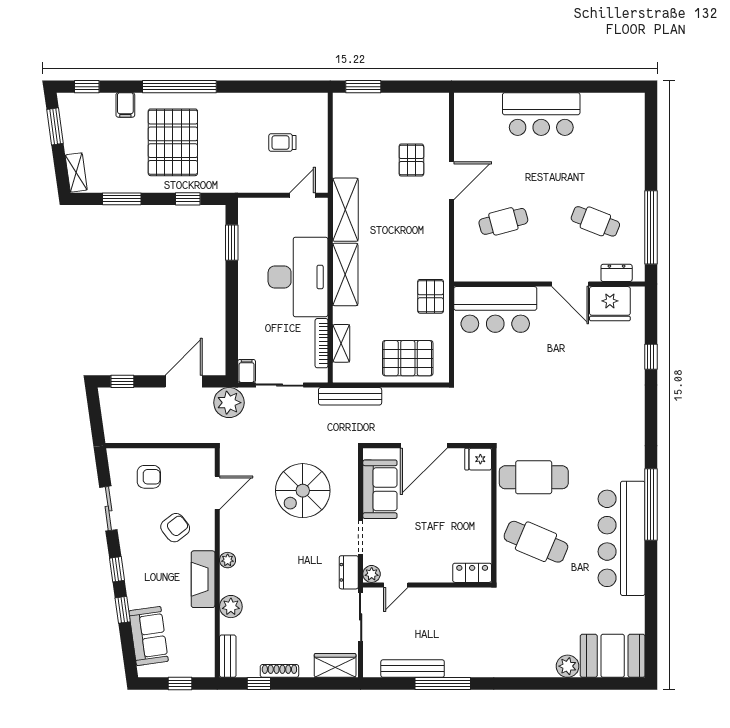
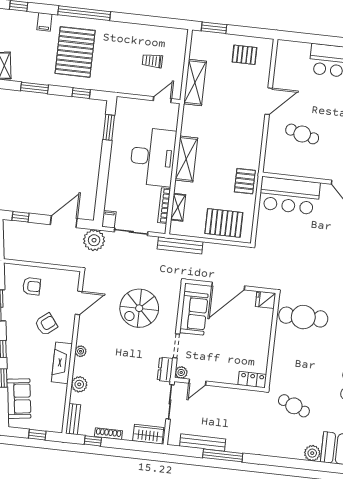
pallet: (411, 160) -> (244, 55), moved, turned 90
shelving: (345, 210) -> (195, 82), moved
cafe table: (503, 221) -> (302, 134), turned 30
cafe table: (536, 542) -> (294, 406), moved, width x0.73, depth x0.74

